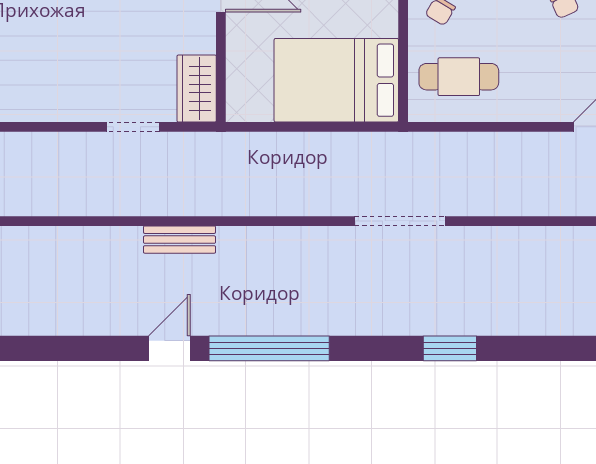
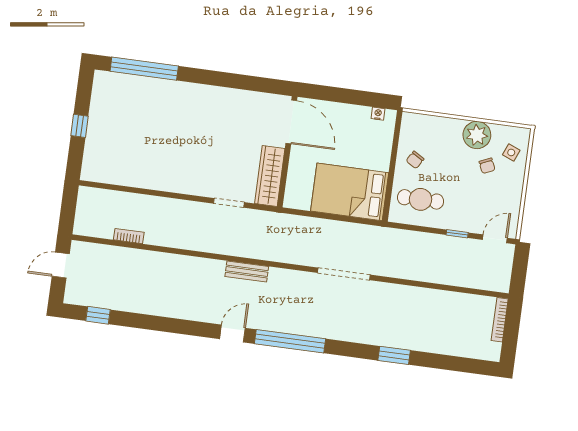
wardrobe: (197, 89) -> (270, 176), width x1.50
window: (529, 127) -> (457, 234), added
doorway: (400, 221) -> (344, 274), moved

